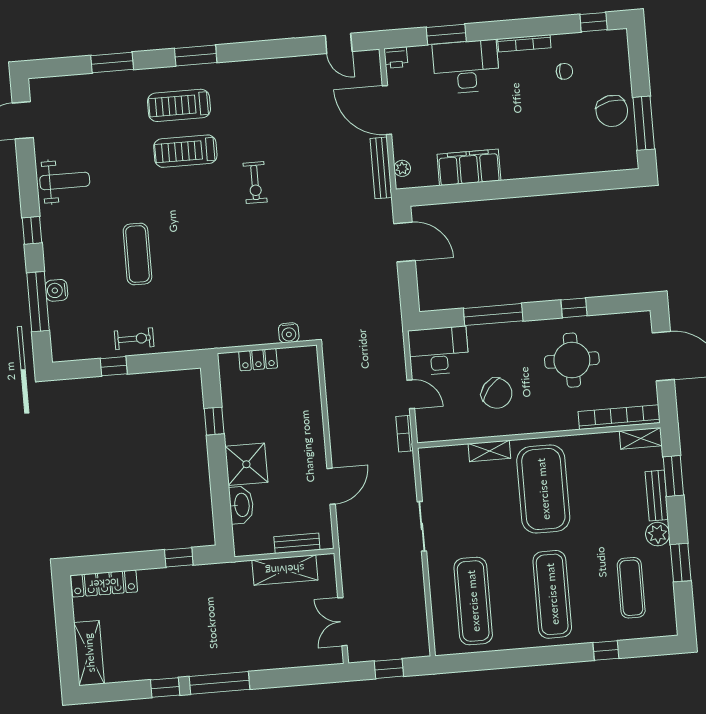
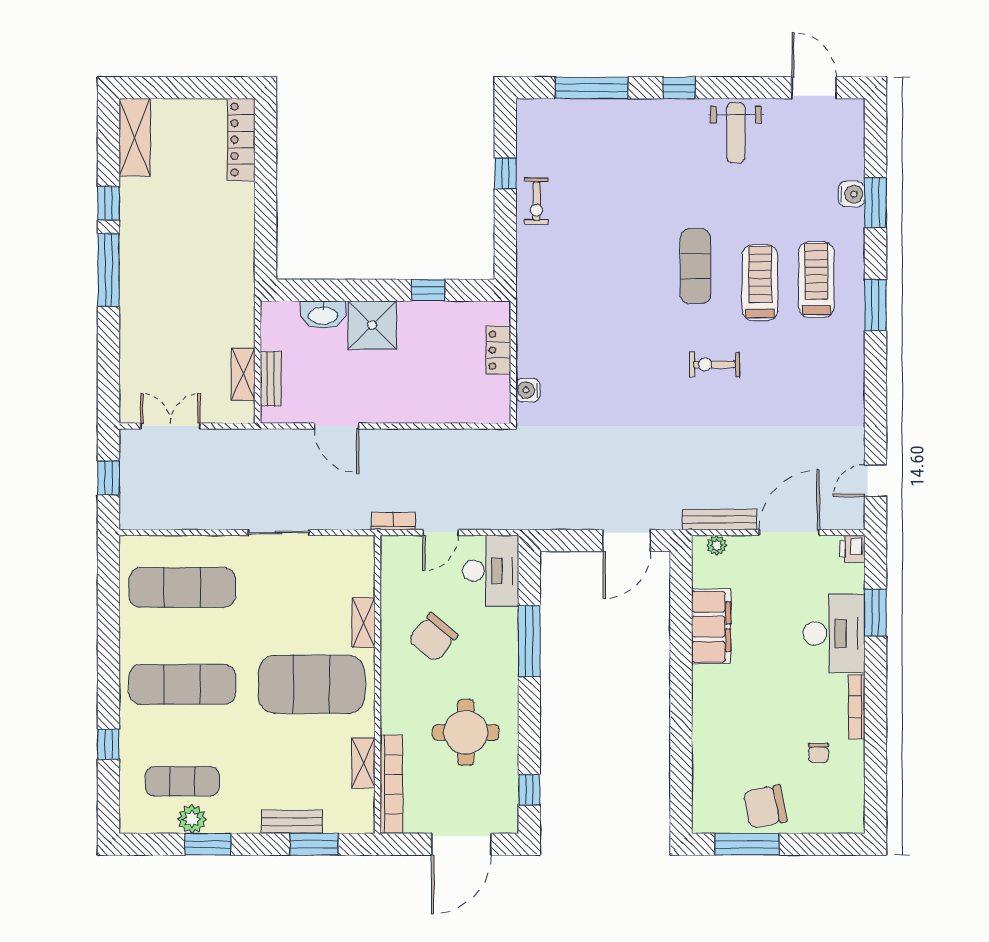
window: (594, 22) -> (875, 793), removed
exercise mat: (137, 254) -> (695, 266), moved, turned 90
water cooler: (57, 290) -> (852, 194), moved, turned 90
window: (574, 308) -> (529, 790), moved
shelving: (641, 438) -> (363, 763), moved
plant: (658, 534) -> (192, 819), moved
window: (179, 557) -> (266, 233), removed
shelving: (285, 570) -> (243, 374), width x0.67, depth x0.75
shelving: (89, 653) -> (135, 137), moved, turned 90

